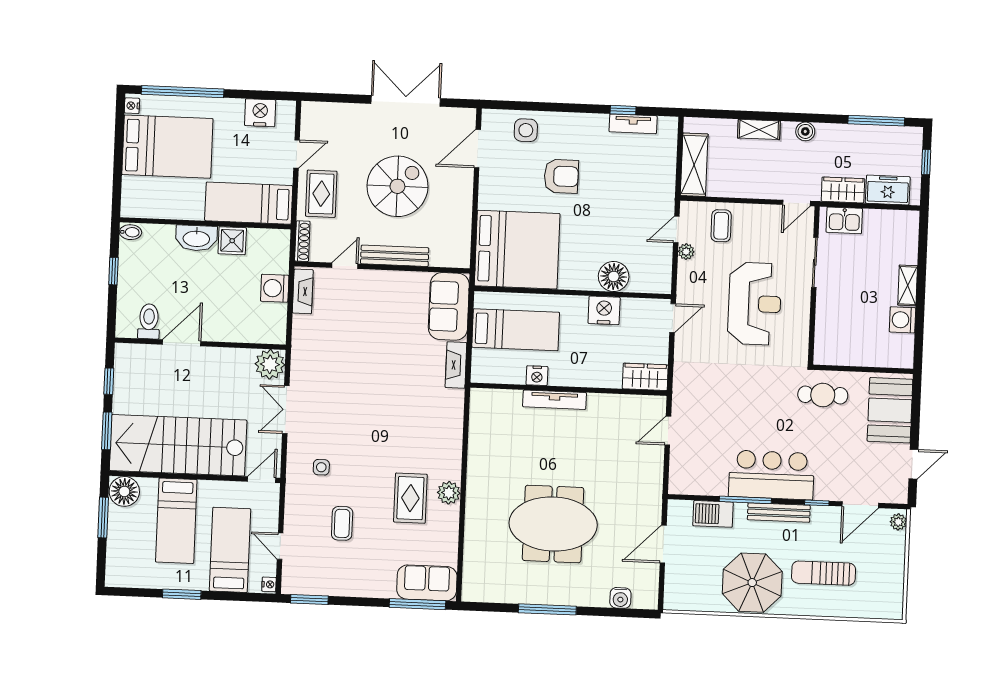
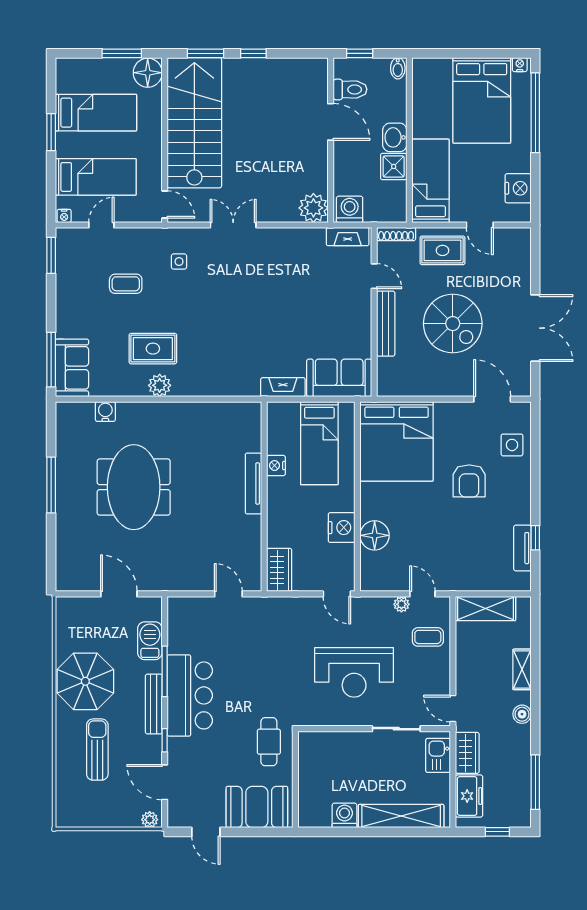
washbasin: (196, 238) -> (395, 137), width x0.72
shelving: (908, 285) -> (401, 816), width x2.20, depth x1.33
toilet: (149, 321) -> (350, 89), moved
door: (182, 343) -> (331, 122), moved
wall: (200, 344) -> (331, 140), moved
plant: (270, 364) -> (313, 208), moved
bed: (176, 521) -> (96, 113), moved, turned 180
water cooler: (620, 598) -> (105, 412), moved, turned 90

